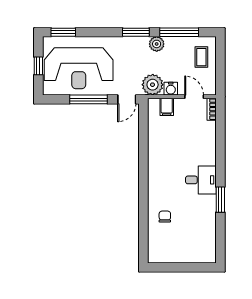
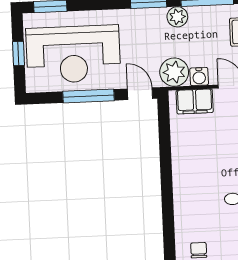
door: (127, 99) -> (140, 94), swing flipped
filing cabinet: (167, 107) -> (195, 101), width x2.00

